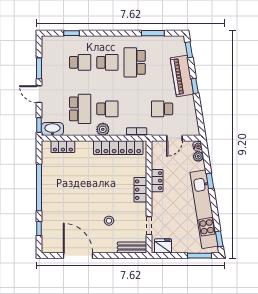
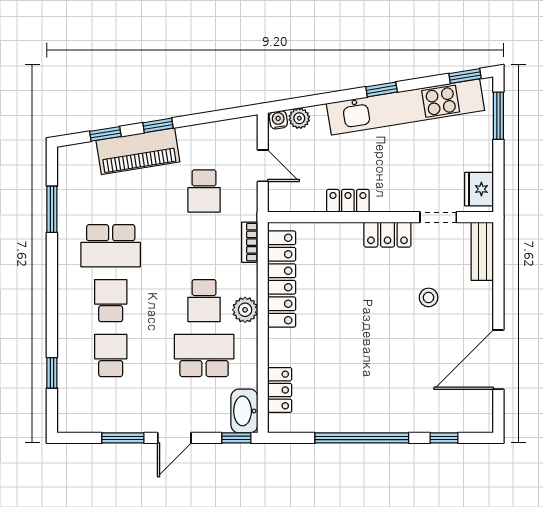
window: (189, 50) -> (105, 134), moved
school desk: (107, 109) -> (204, 301), turned 180
window: (210, 181) -> (382, 89), moved
locker: (140, 190) -> (387, 235), moved

